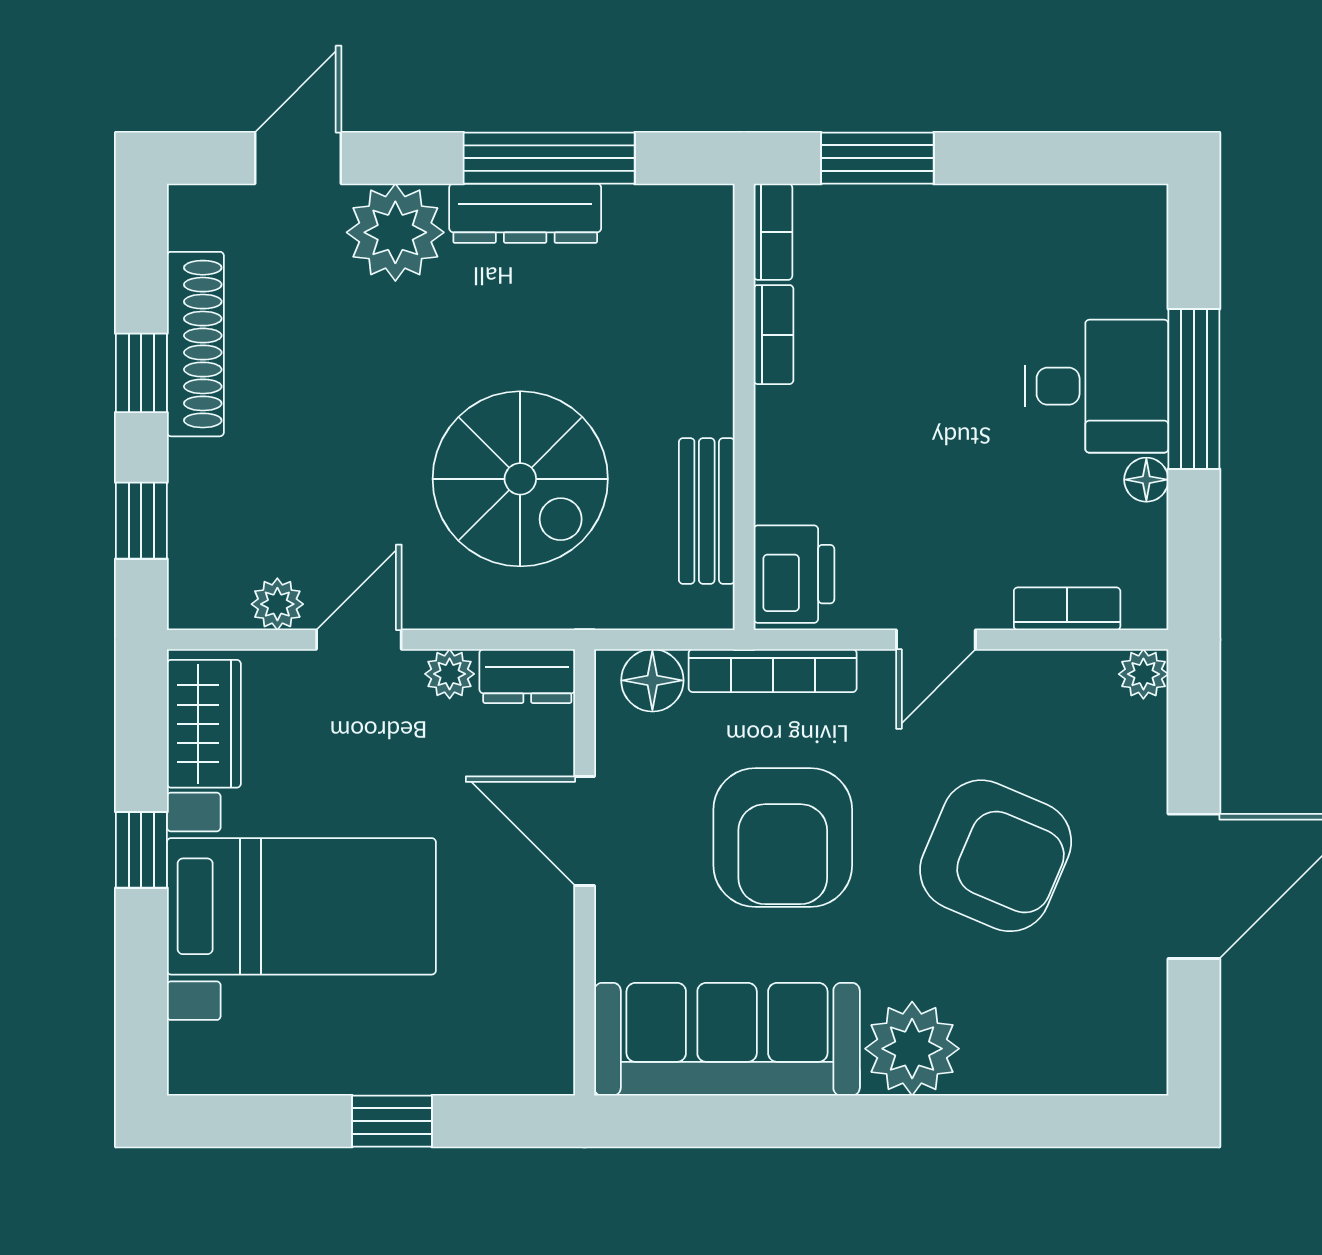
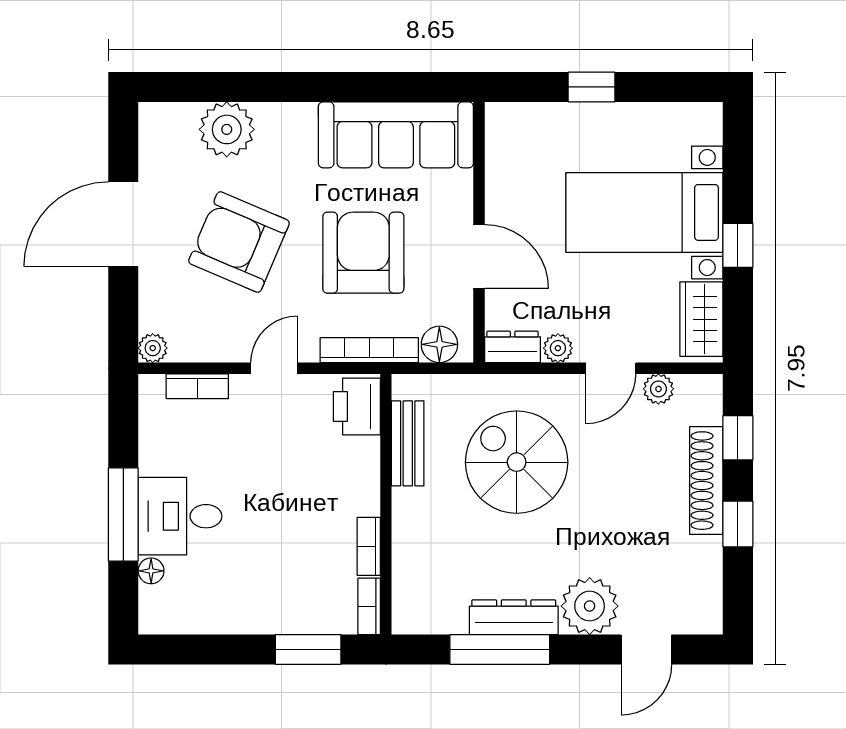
shoe rack: (195, 344) -> (706, 481), moved
floor lamp: (1146, 480) -> (151, 571), moved
plant: (912, 1049) -> (227, 129), moved

